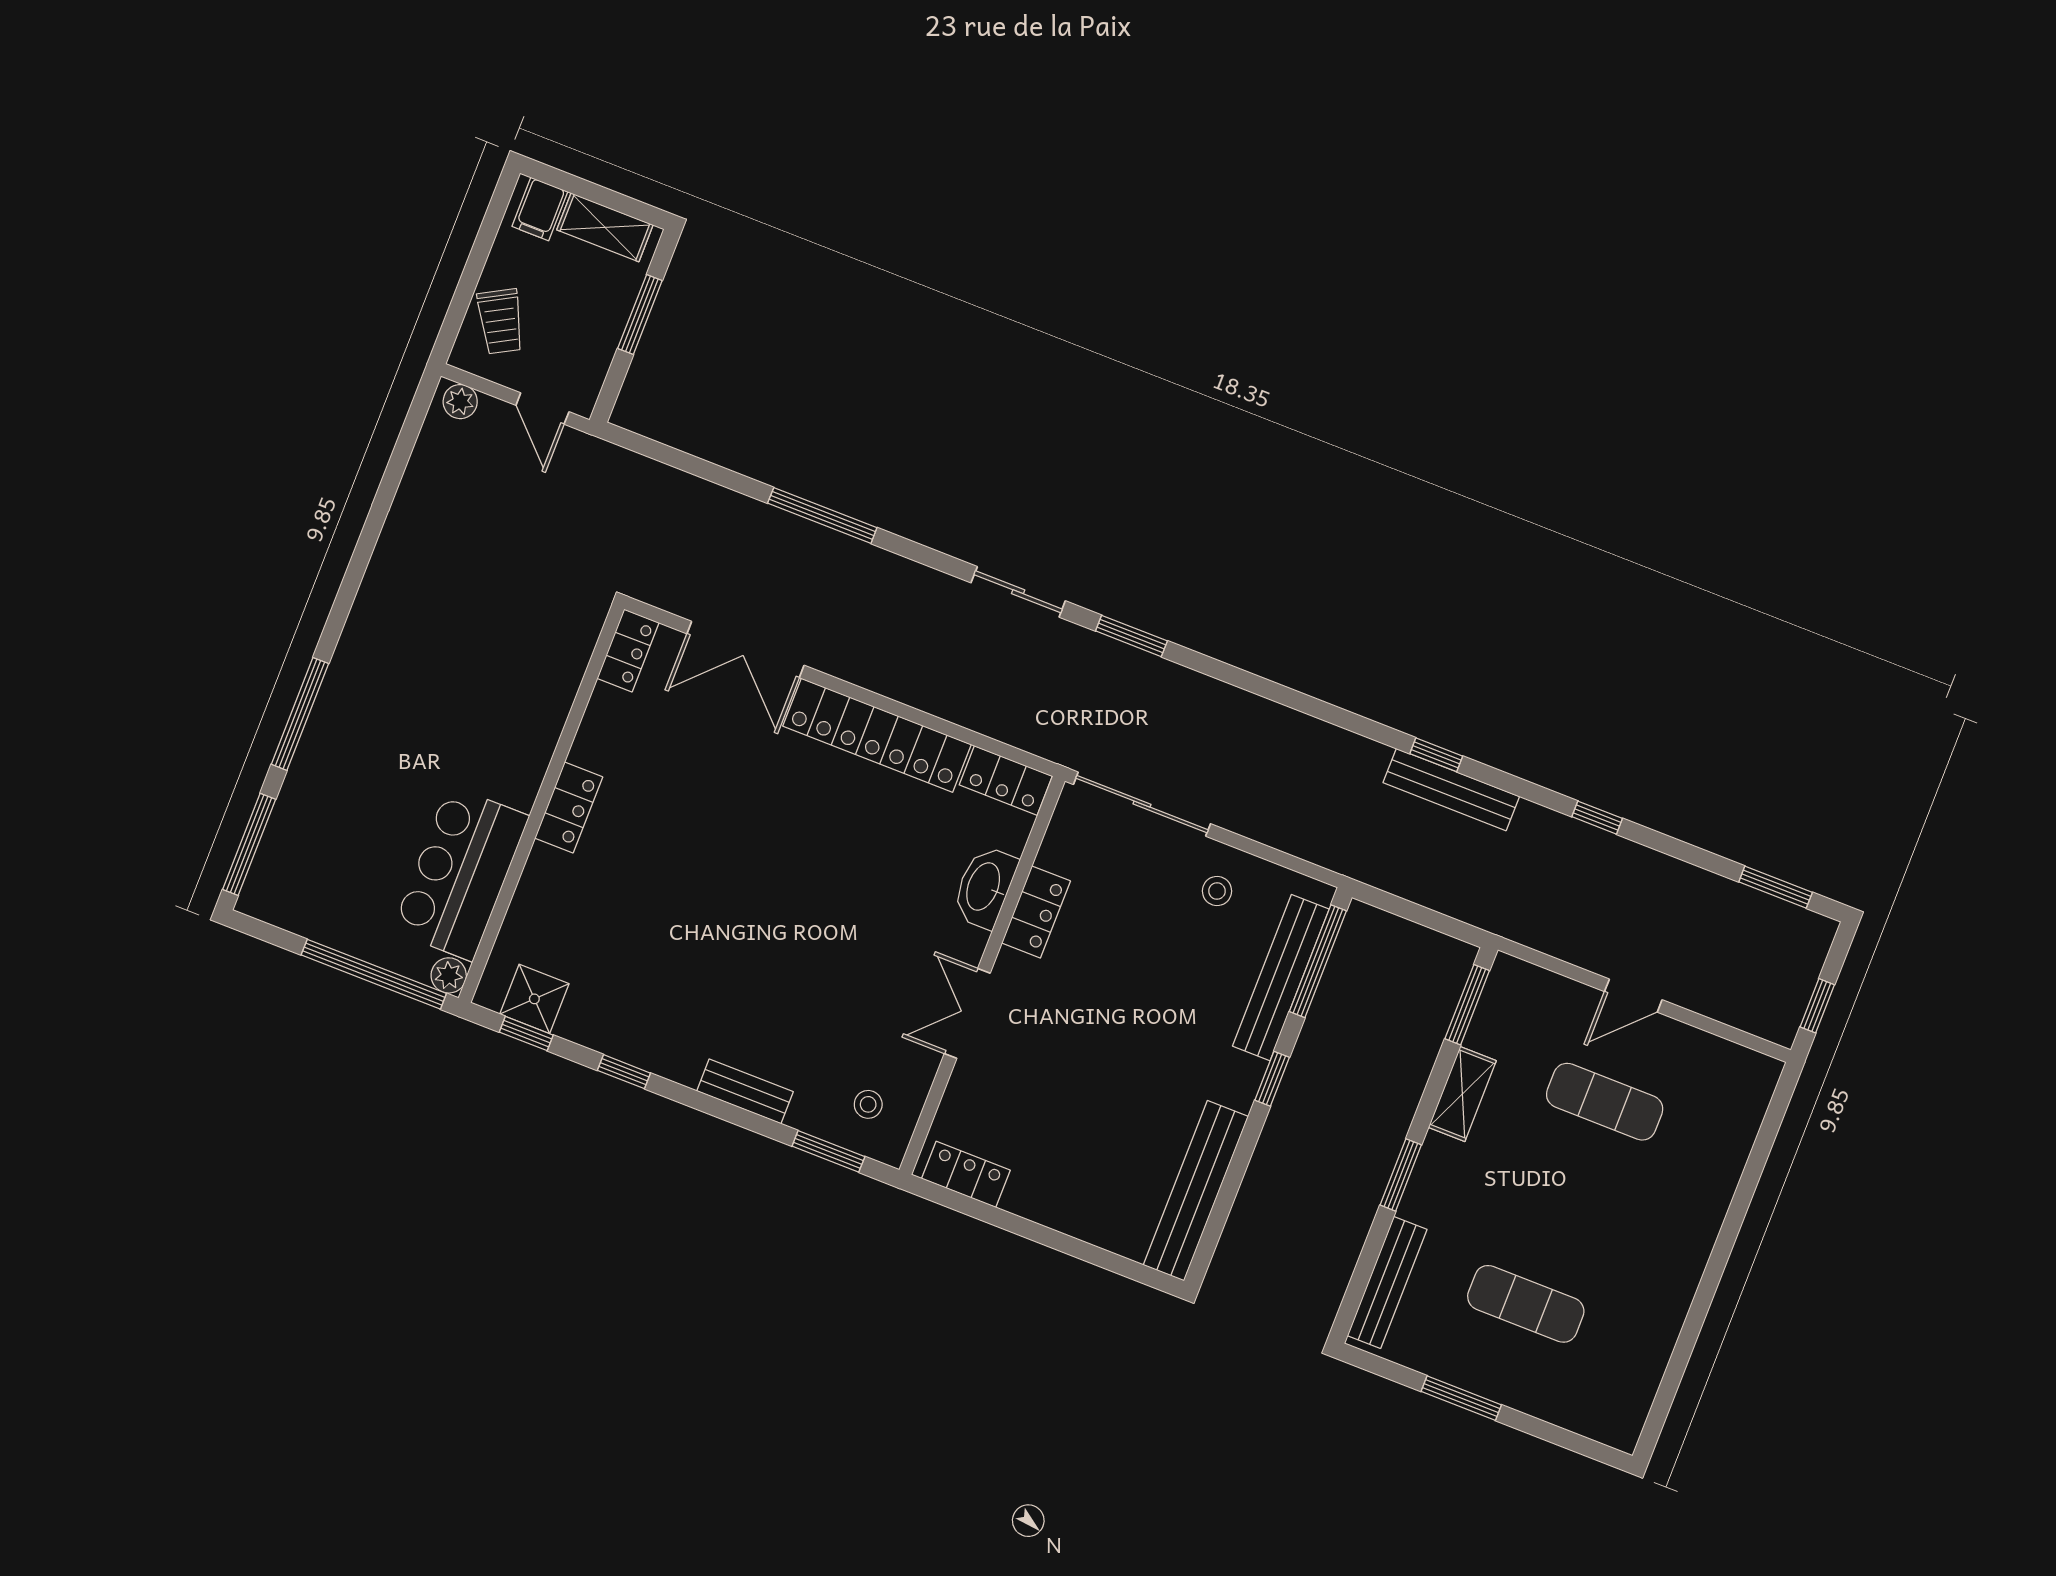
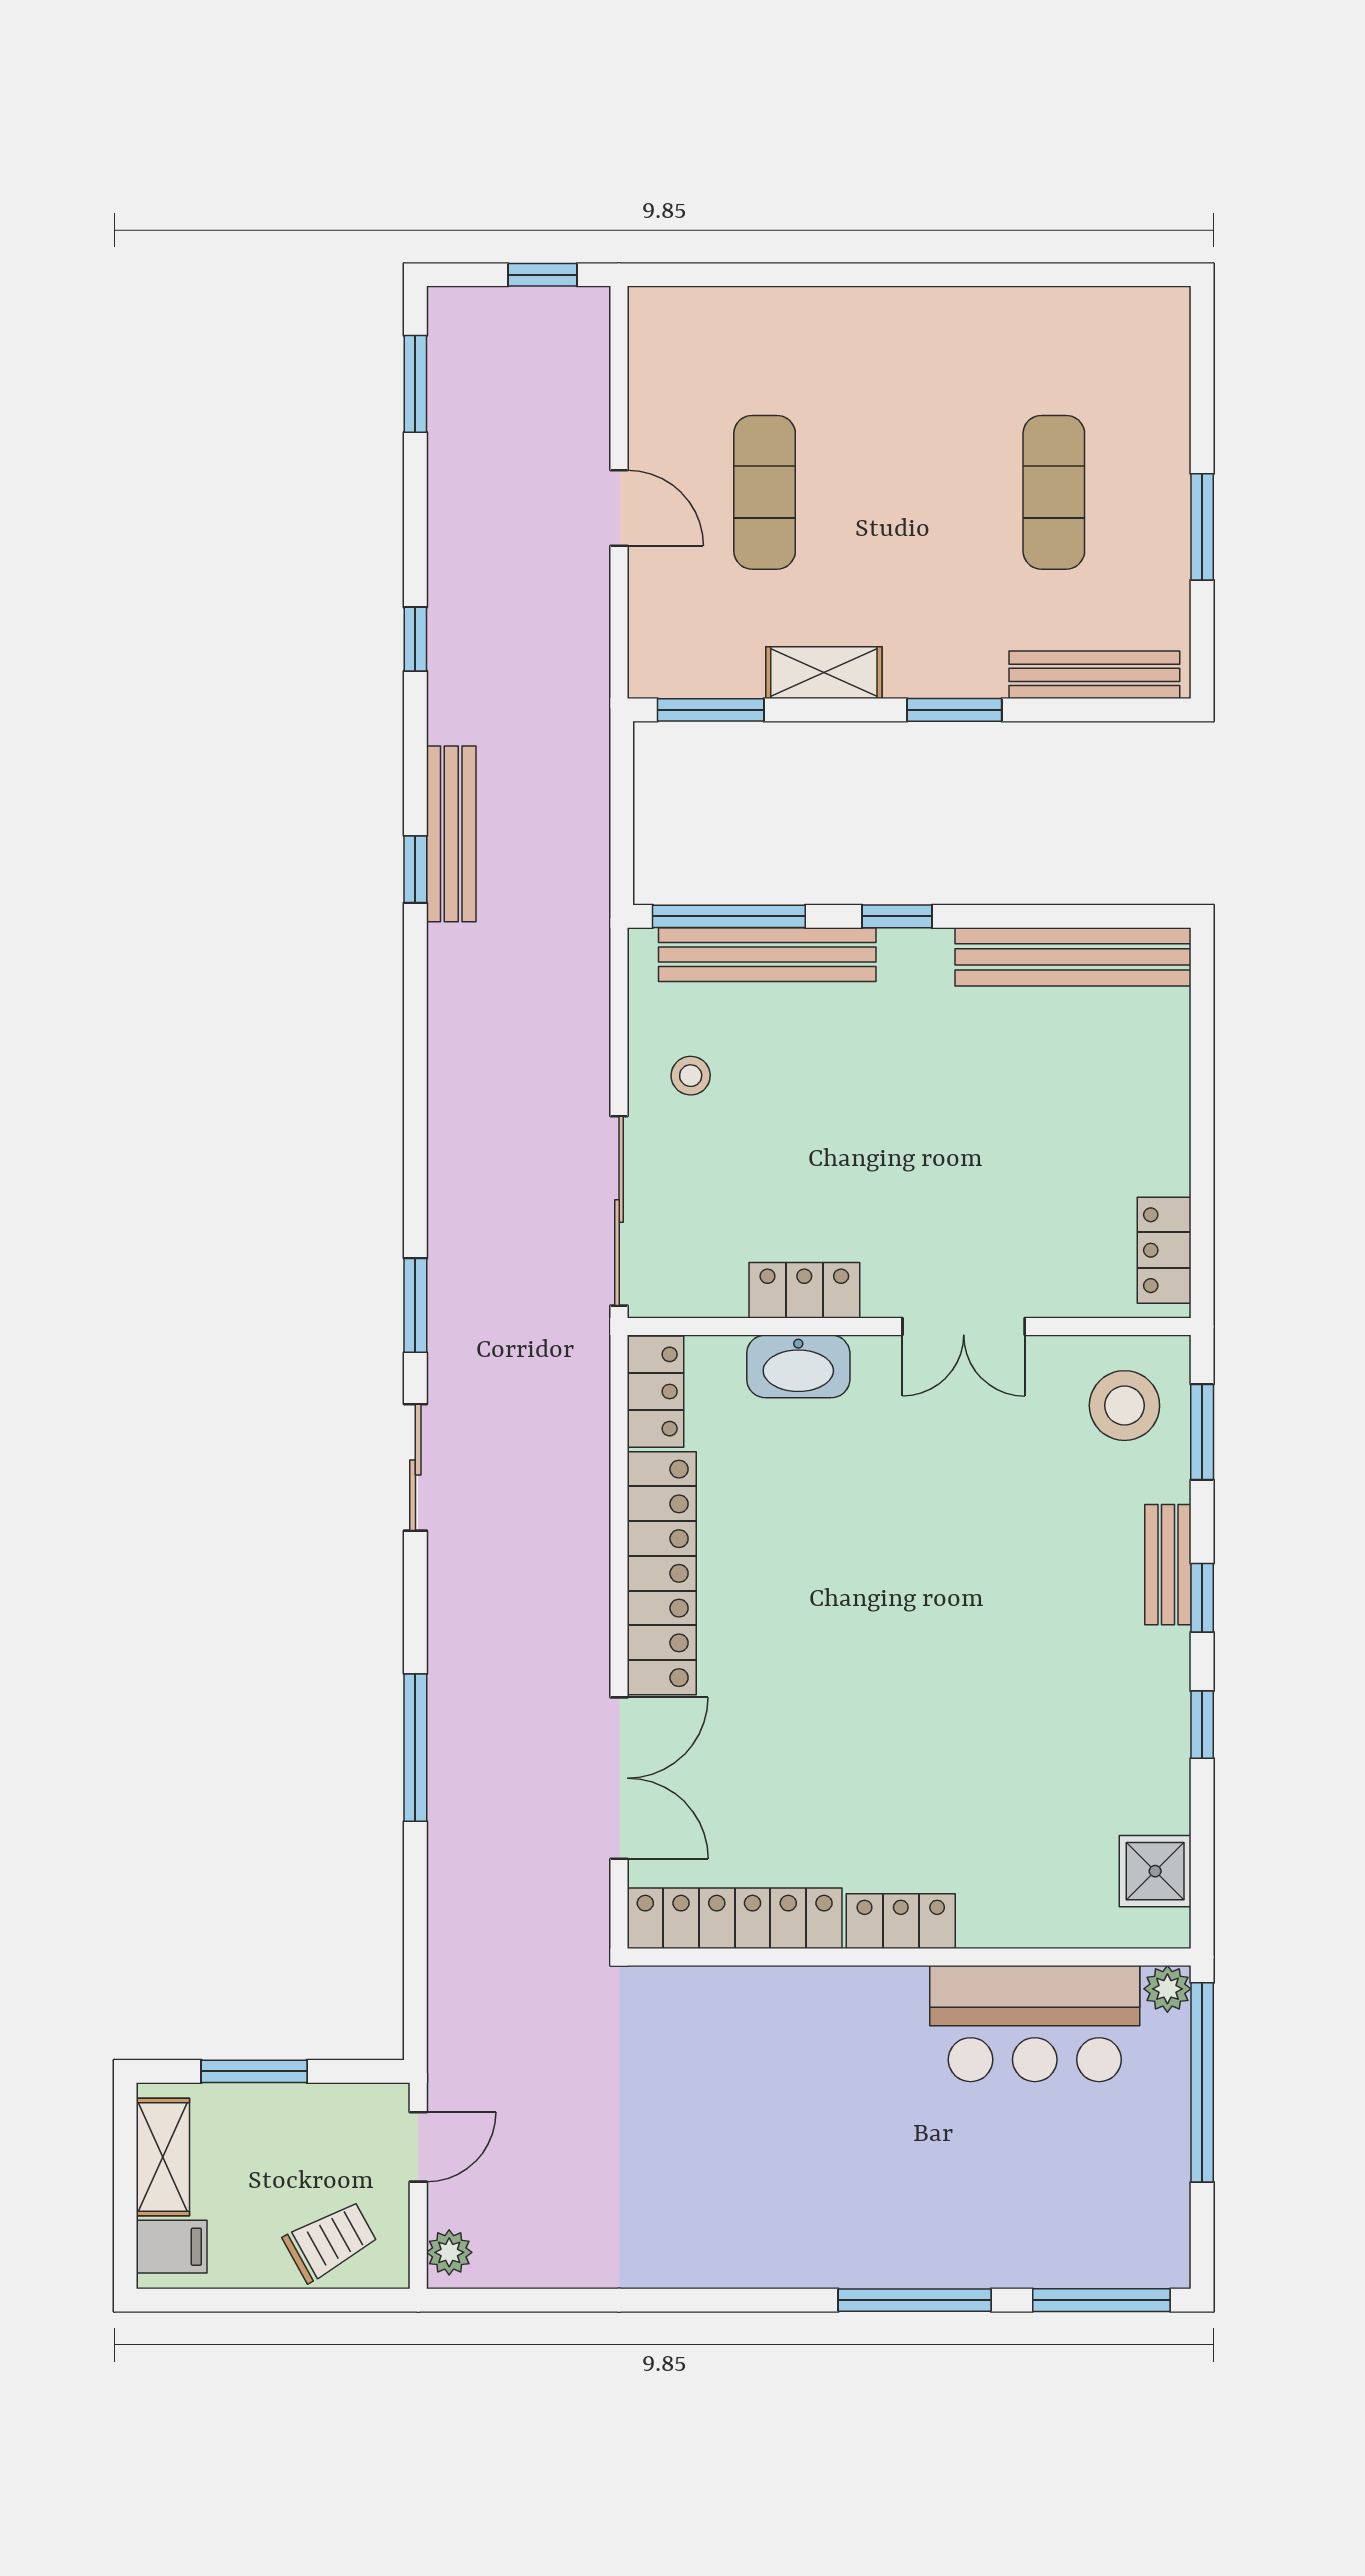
locker: (628, 650) -> (735, 1918), width x2.16, depth x1.21
window: (526, 1034) -> (1202, 1598), moved
stool: (868, 1104) -> (1124, 1406), width x1.89, depth x1.89

